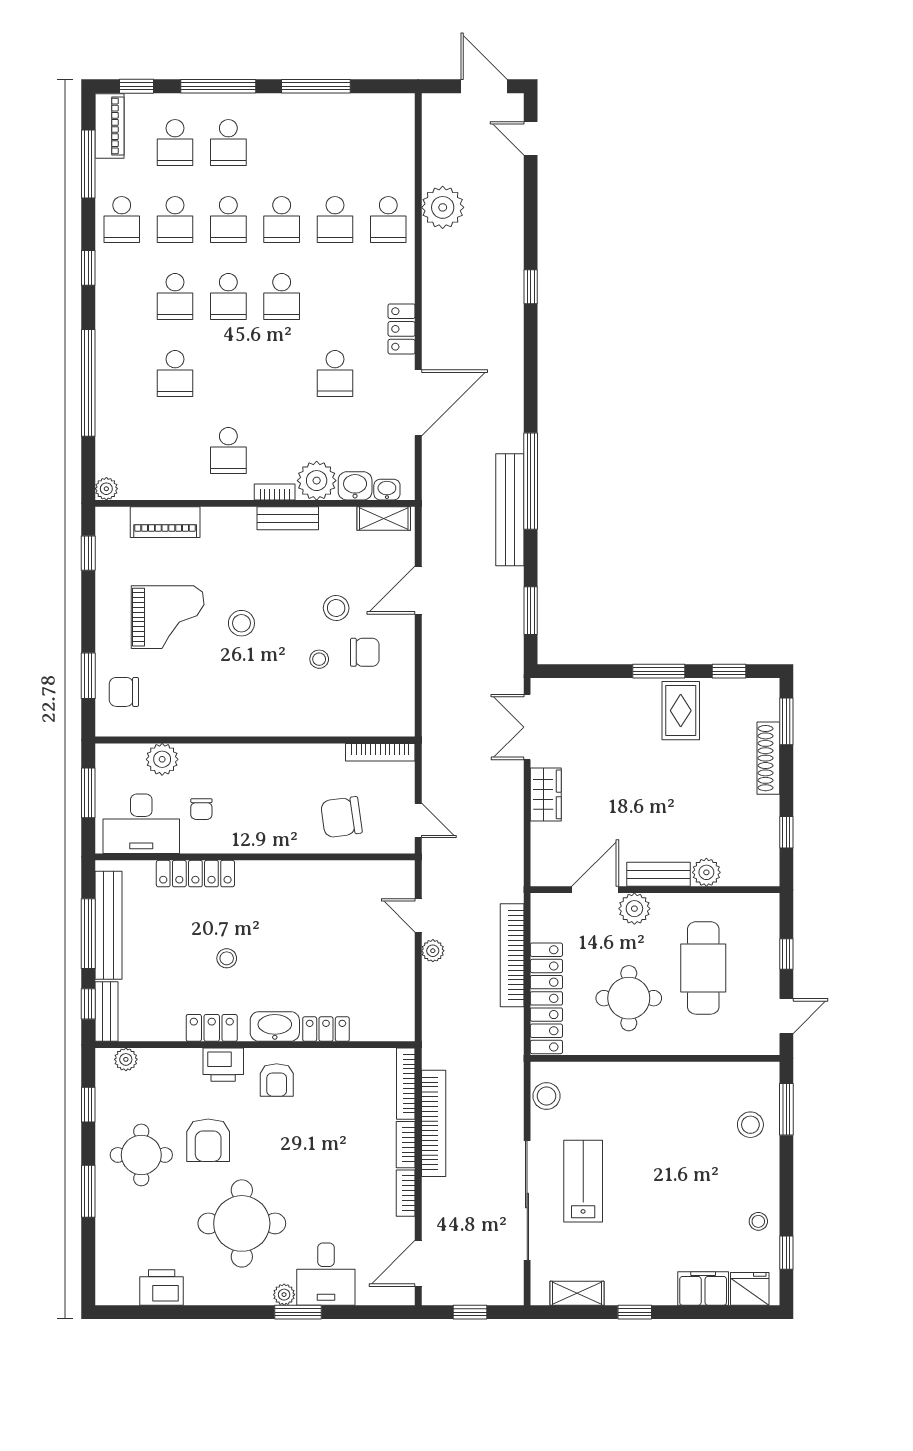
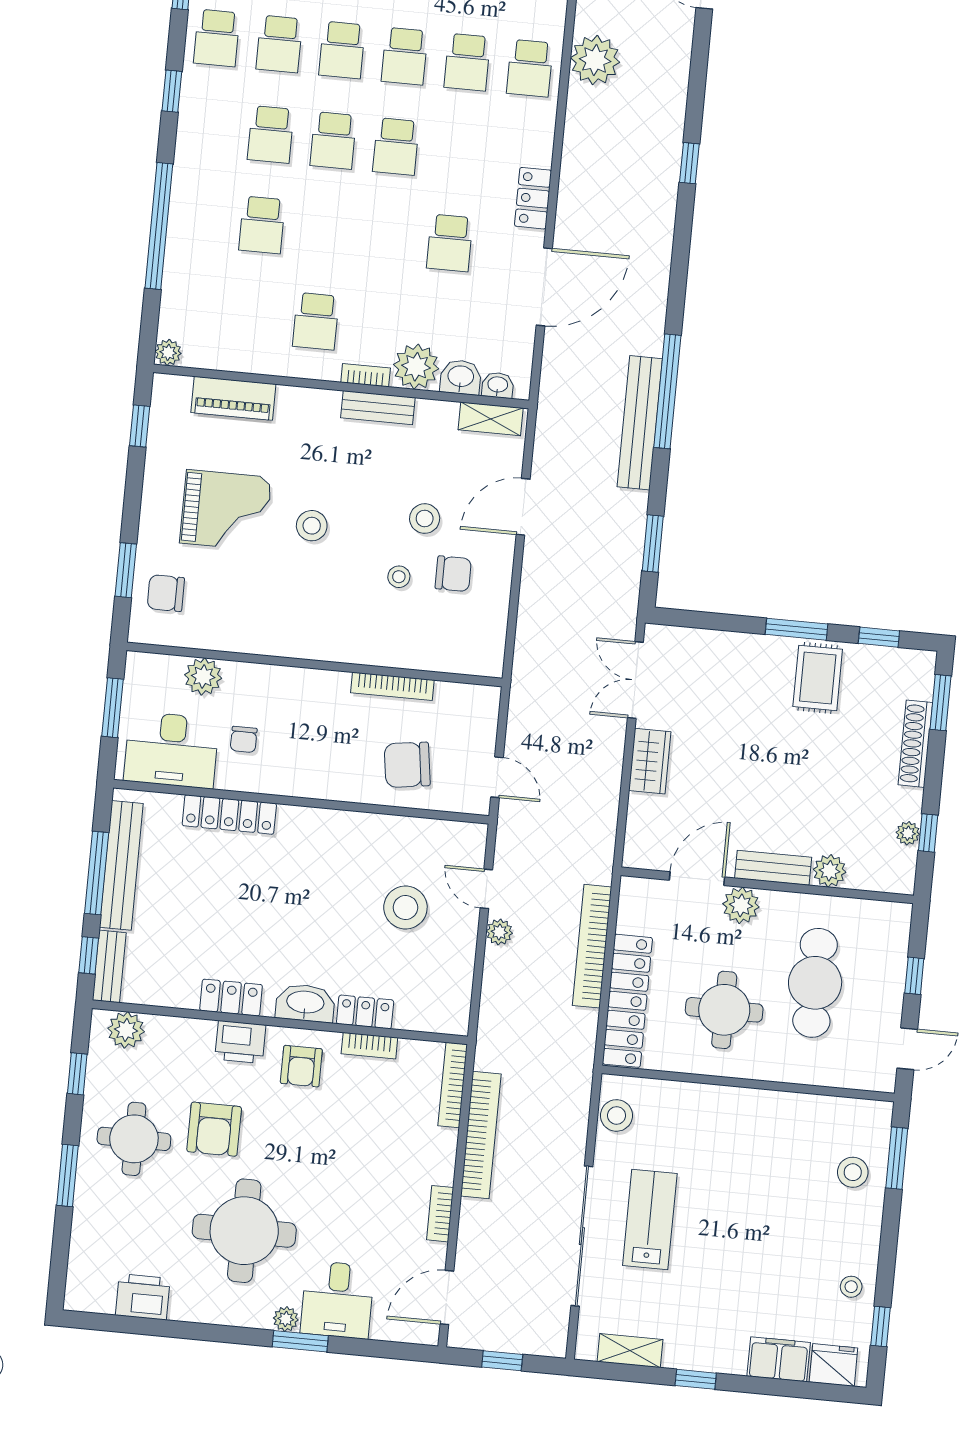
bookcase: (380, 752) -> (392, 686), moved
plant: (769, 834) -> (908, 833), added
stool: (227, 958) -> (405, 907), moved, width x1.89, depth x1.89
plant: (126, 1059) -> (126, 1030), width x1.38, depth x1.38
bookcase: (406, 1145) -> (369, 1046), moved, turned -90

